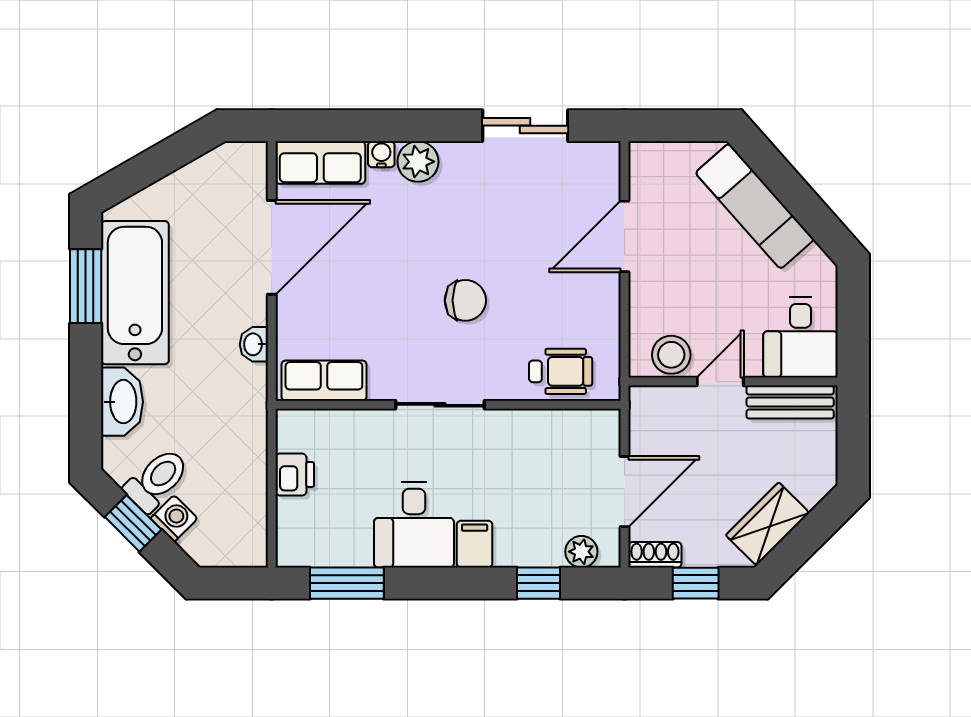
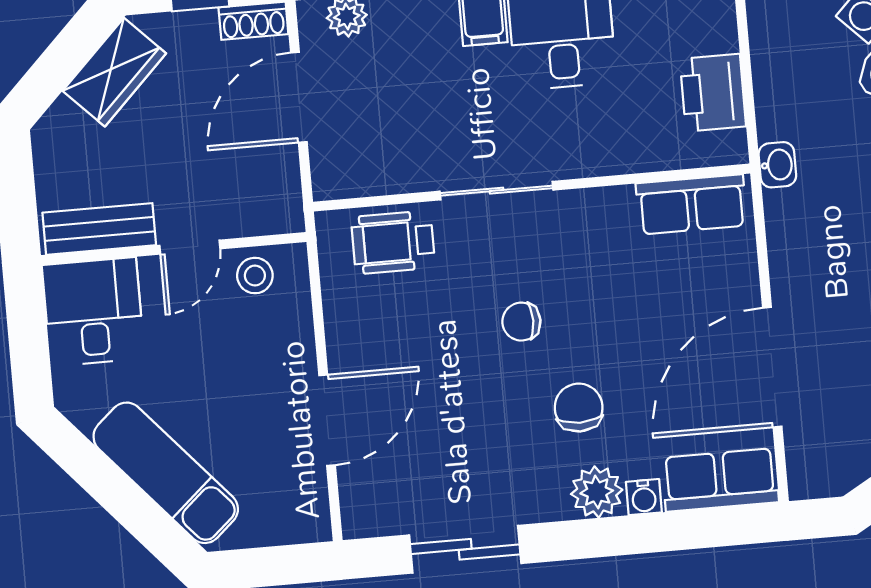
chair: (426, 229) -> (579, 408), added
chair: (465, 300) -> (521, 322), width x0.73, depth x0.73
washbasin: (254, 344) -> (777, 165), moved
stool: (671, 355) -> (255, 276), width x0.73, depth x0.73
sliding door: (440, 405) -> (496, 191), moved
printer: (295, 475) -> (713, 93), width x1.36, depth x1.24

